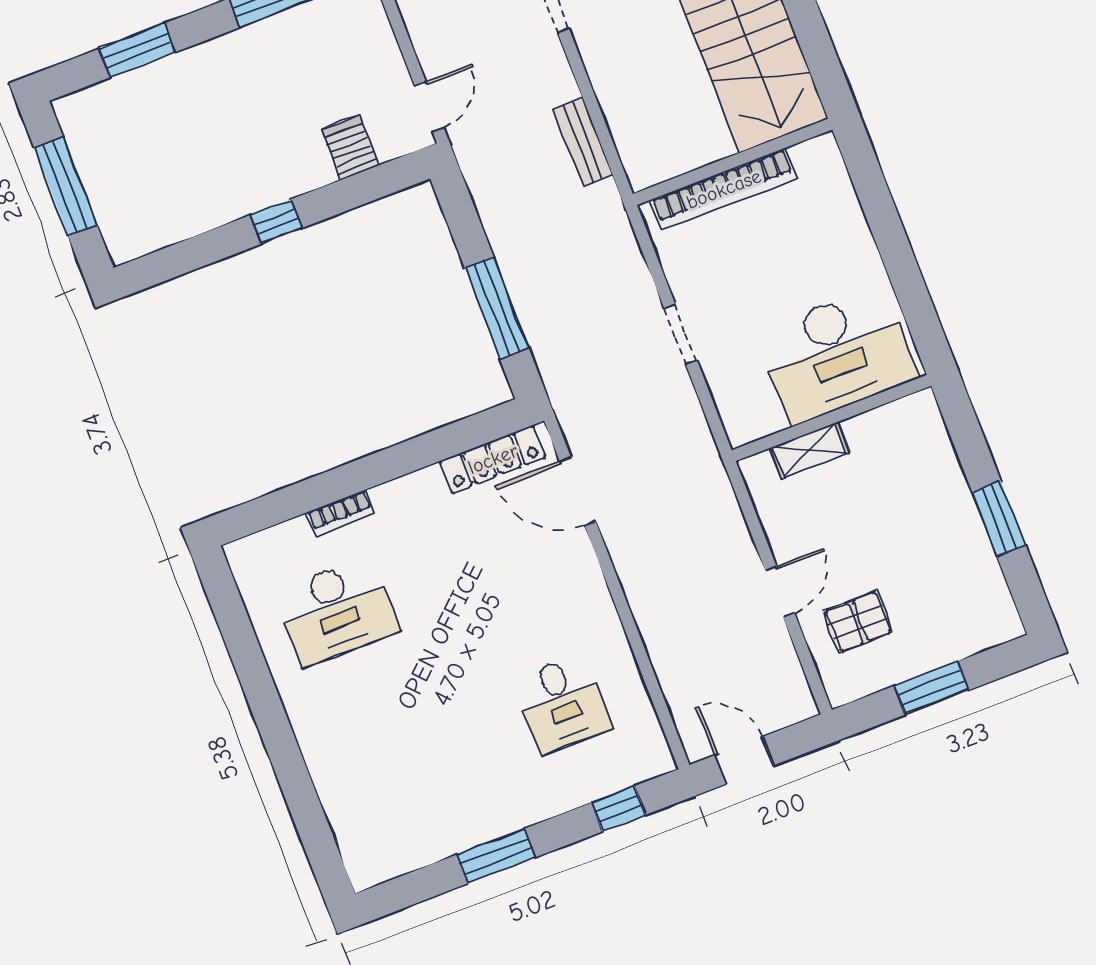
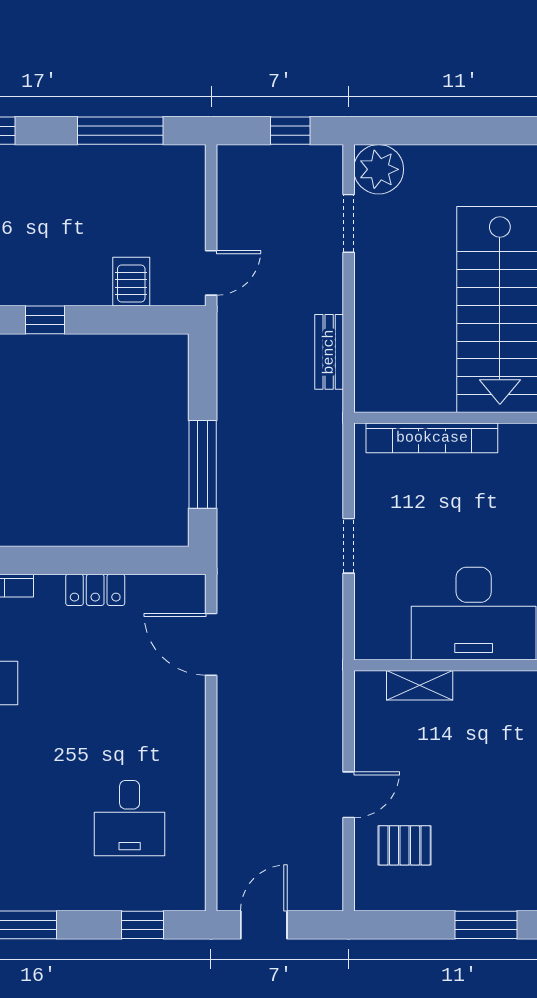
locker: (493, 459) -> (95, 590), moved, width x0.66
window: (932, 688) -> (486, 925), moved
door: (744, 760) -> (264, 925), hinge flipped

